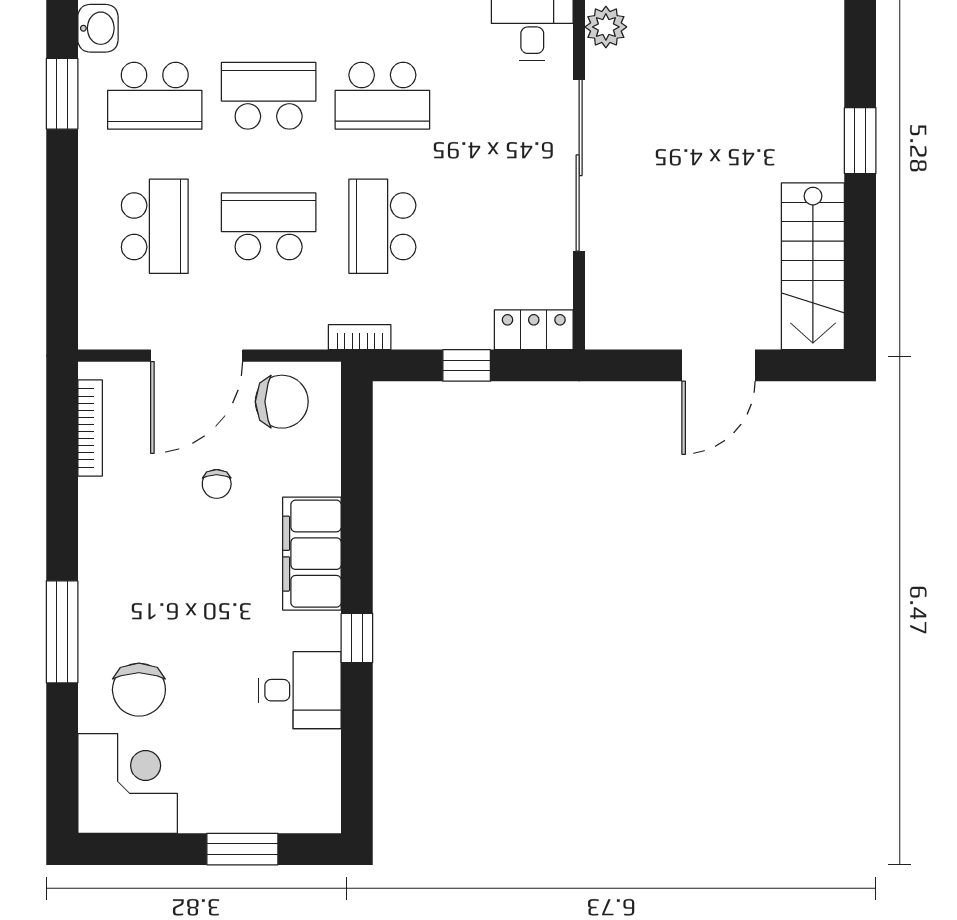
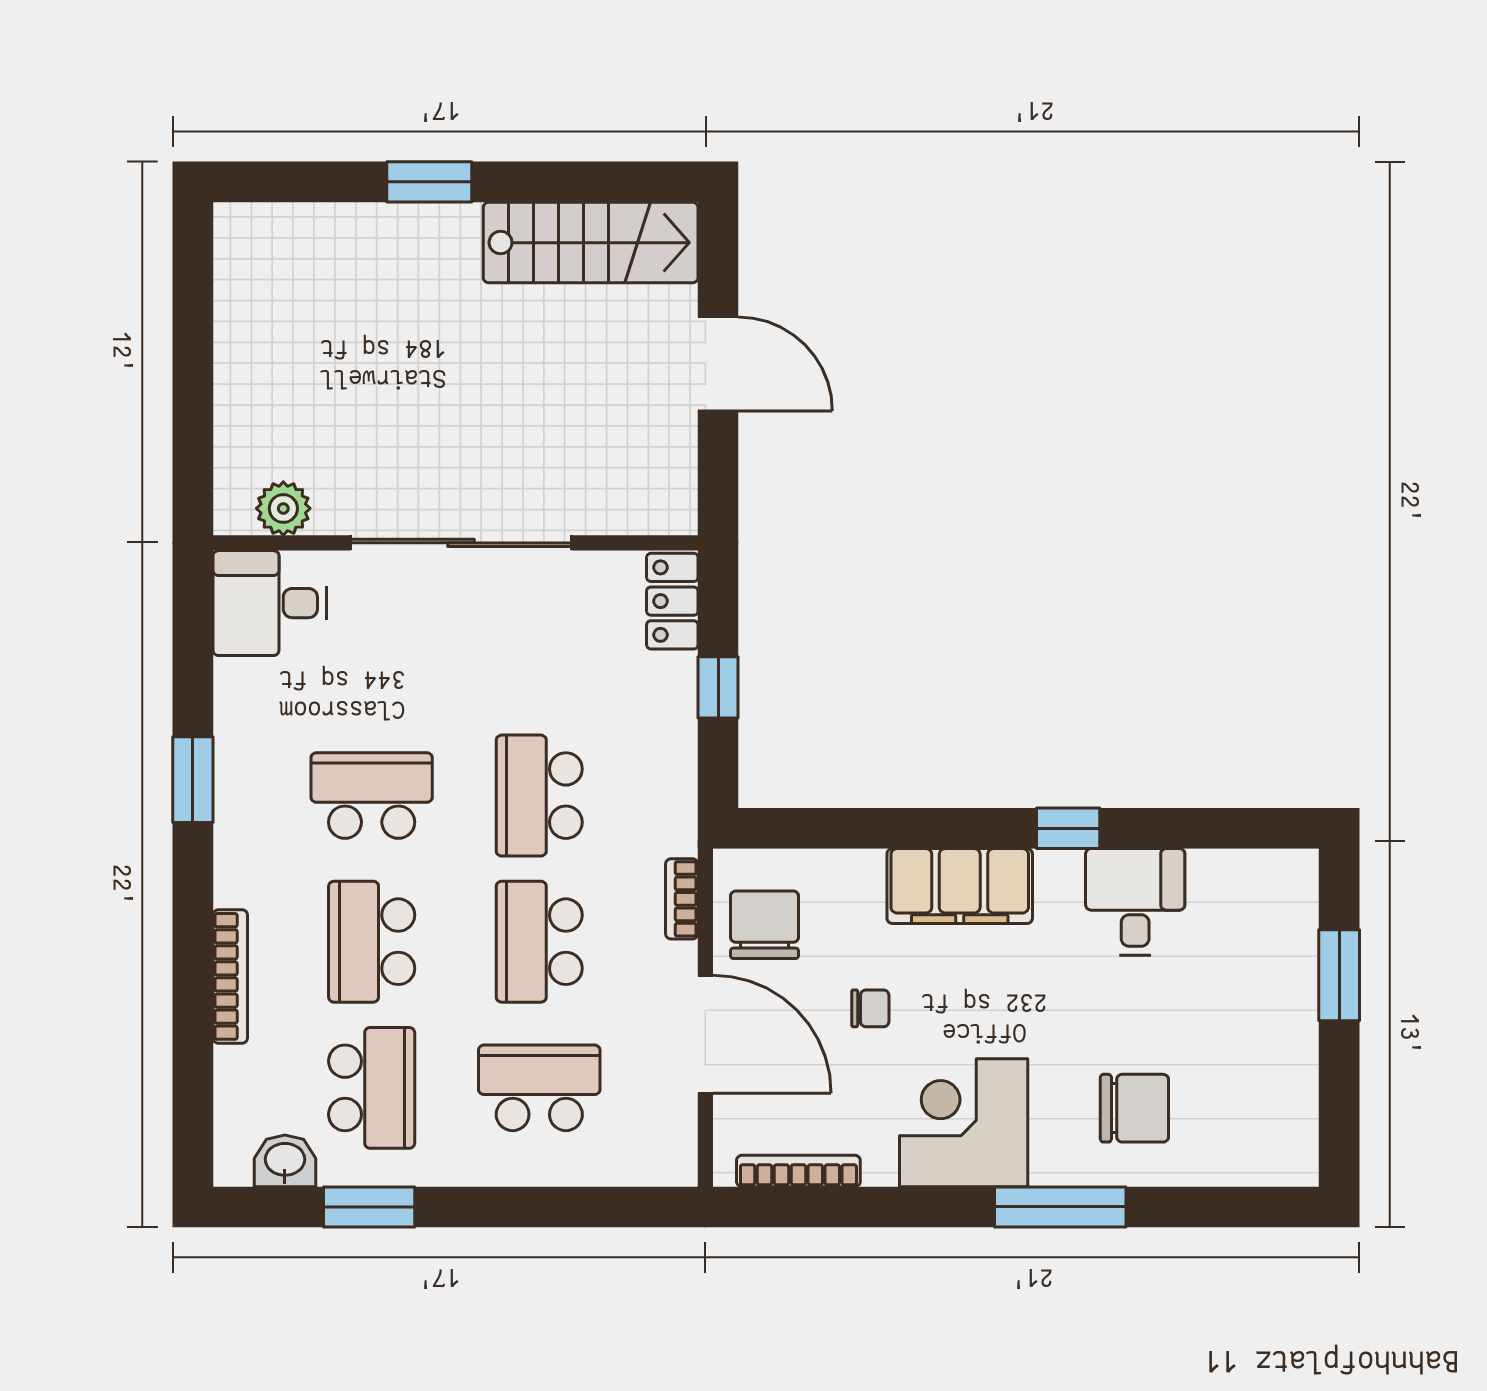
school desk: (382, 96) -> (372, 796), turned -90
school desk: (382, 226) -> (539, 796), turned 90
bookcase: (360, 337) -> (682, 899), moved
corner desk: (128, 783) -> (964, 1123), moved

